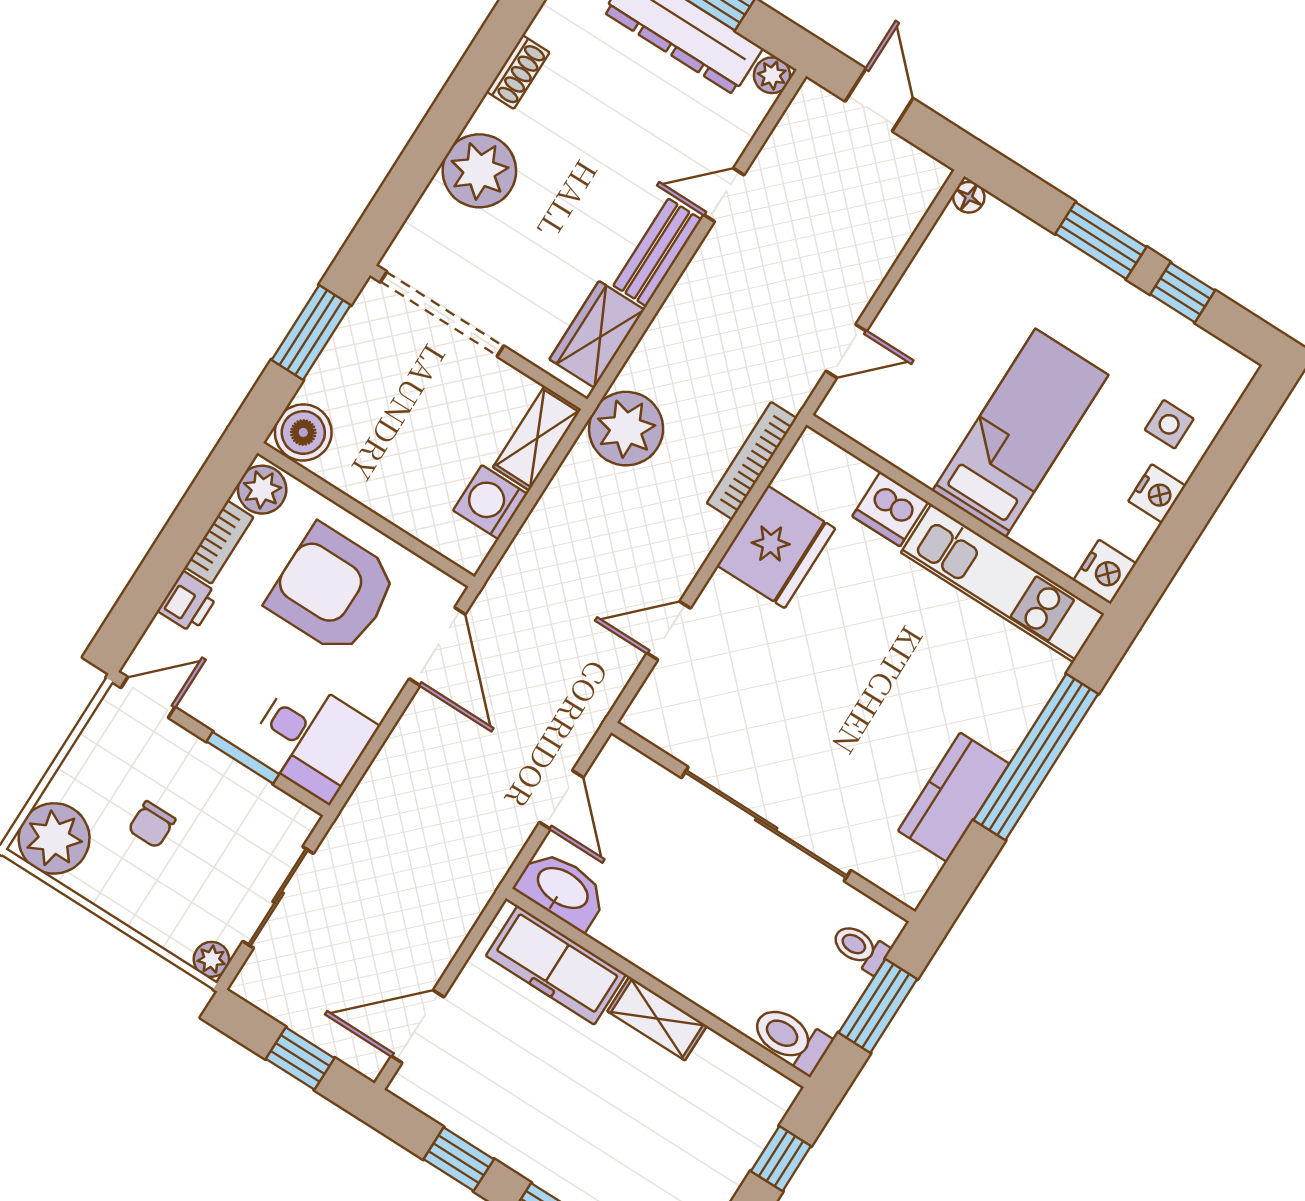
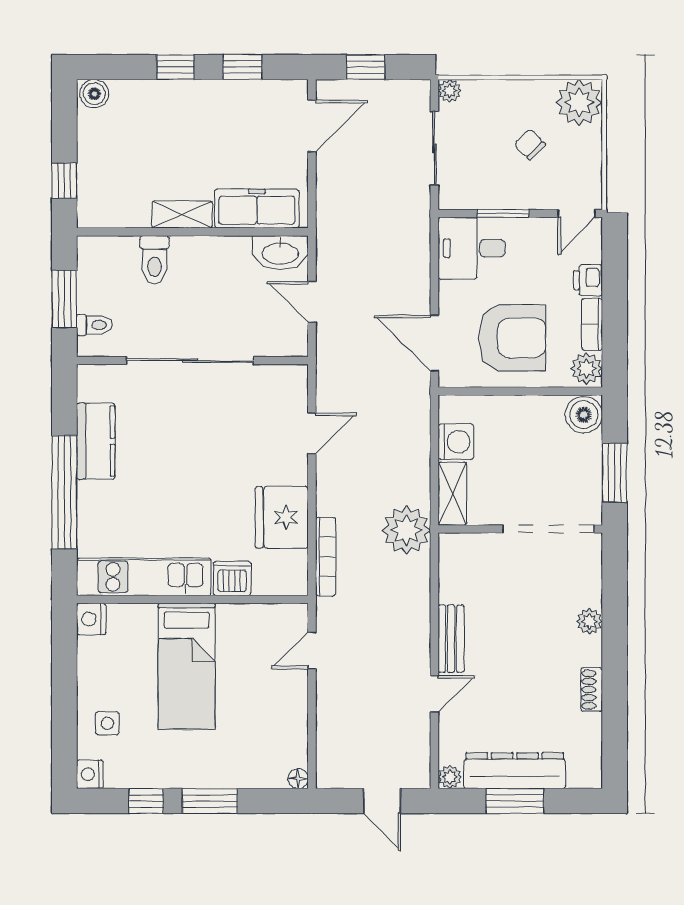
plant: (479, 171) -> (589, 621), width x0.53, depth x0.53
wardrobe: (597, 335) -> (456, 572), removed
nightstand: (1157, 493) -> (90, 774), moved
chair: (152, 825) -> (530, 144), turned -45
toilet: (791, 1039) -> (155, 260), moved, turned 90

